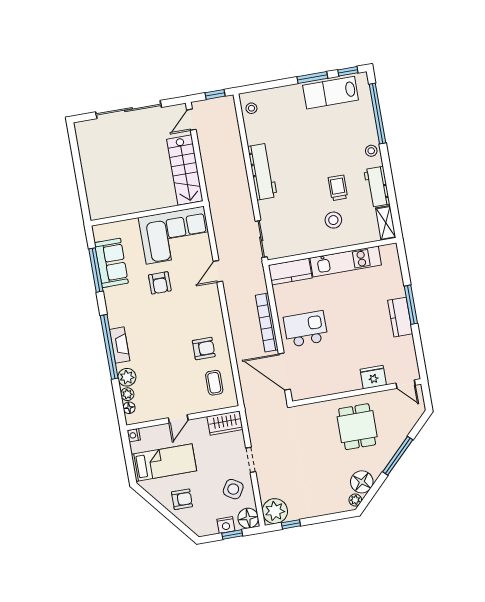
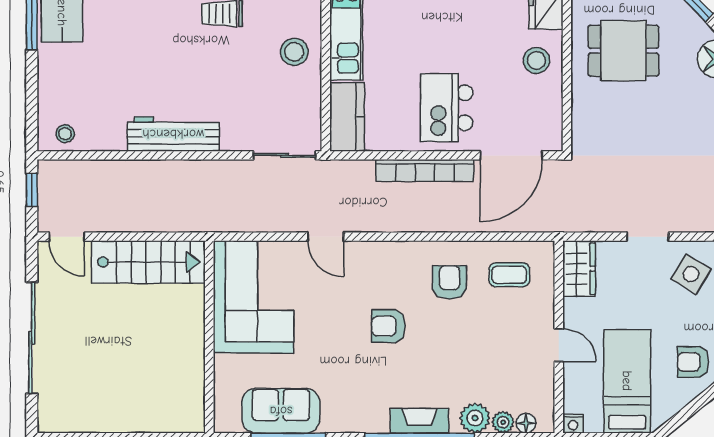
stool: (333, 220) -> (294, 52), moved
armchair: (160, 283) -> (389, 326), moved, turned 180
stool: (343, 377) -> (536, 60), added
armchair: (182, 499) -> (693, 362), turned -90

